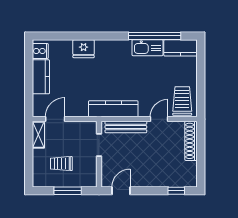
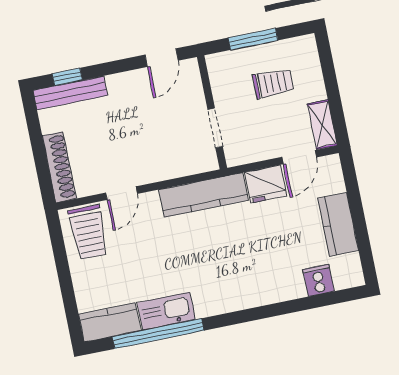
fridge: (84, 49) -> (266, 184), moved, turned 180
cooker: (40, 51) -> (319, 280), moved, turned 90
bench: (126, 127) -> (70, 93), moved

